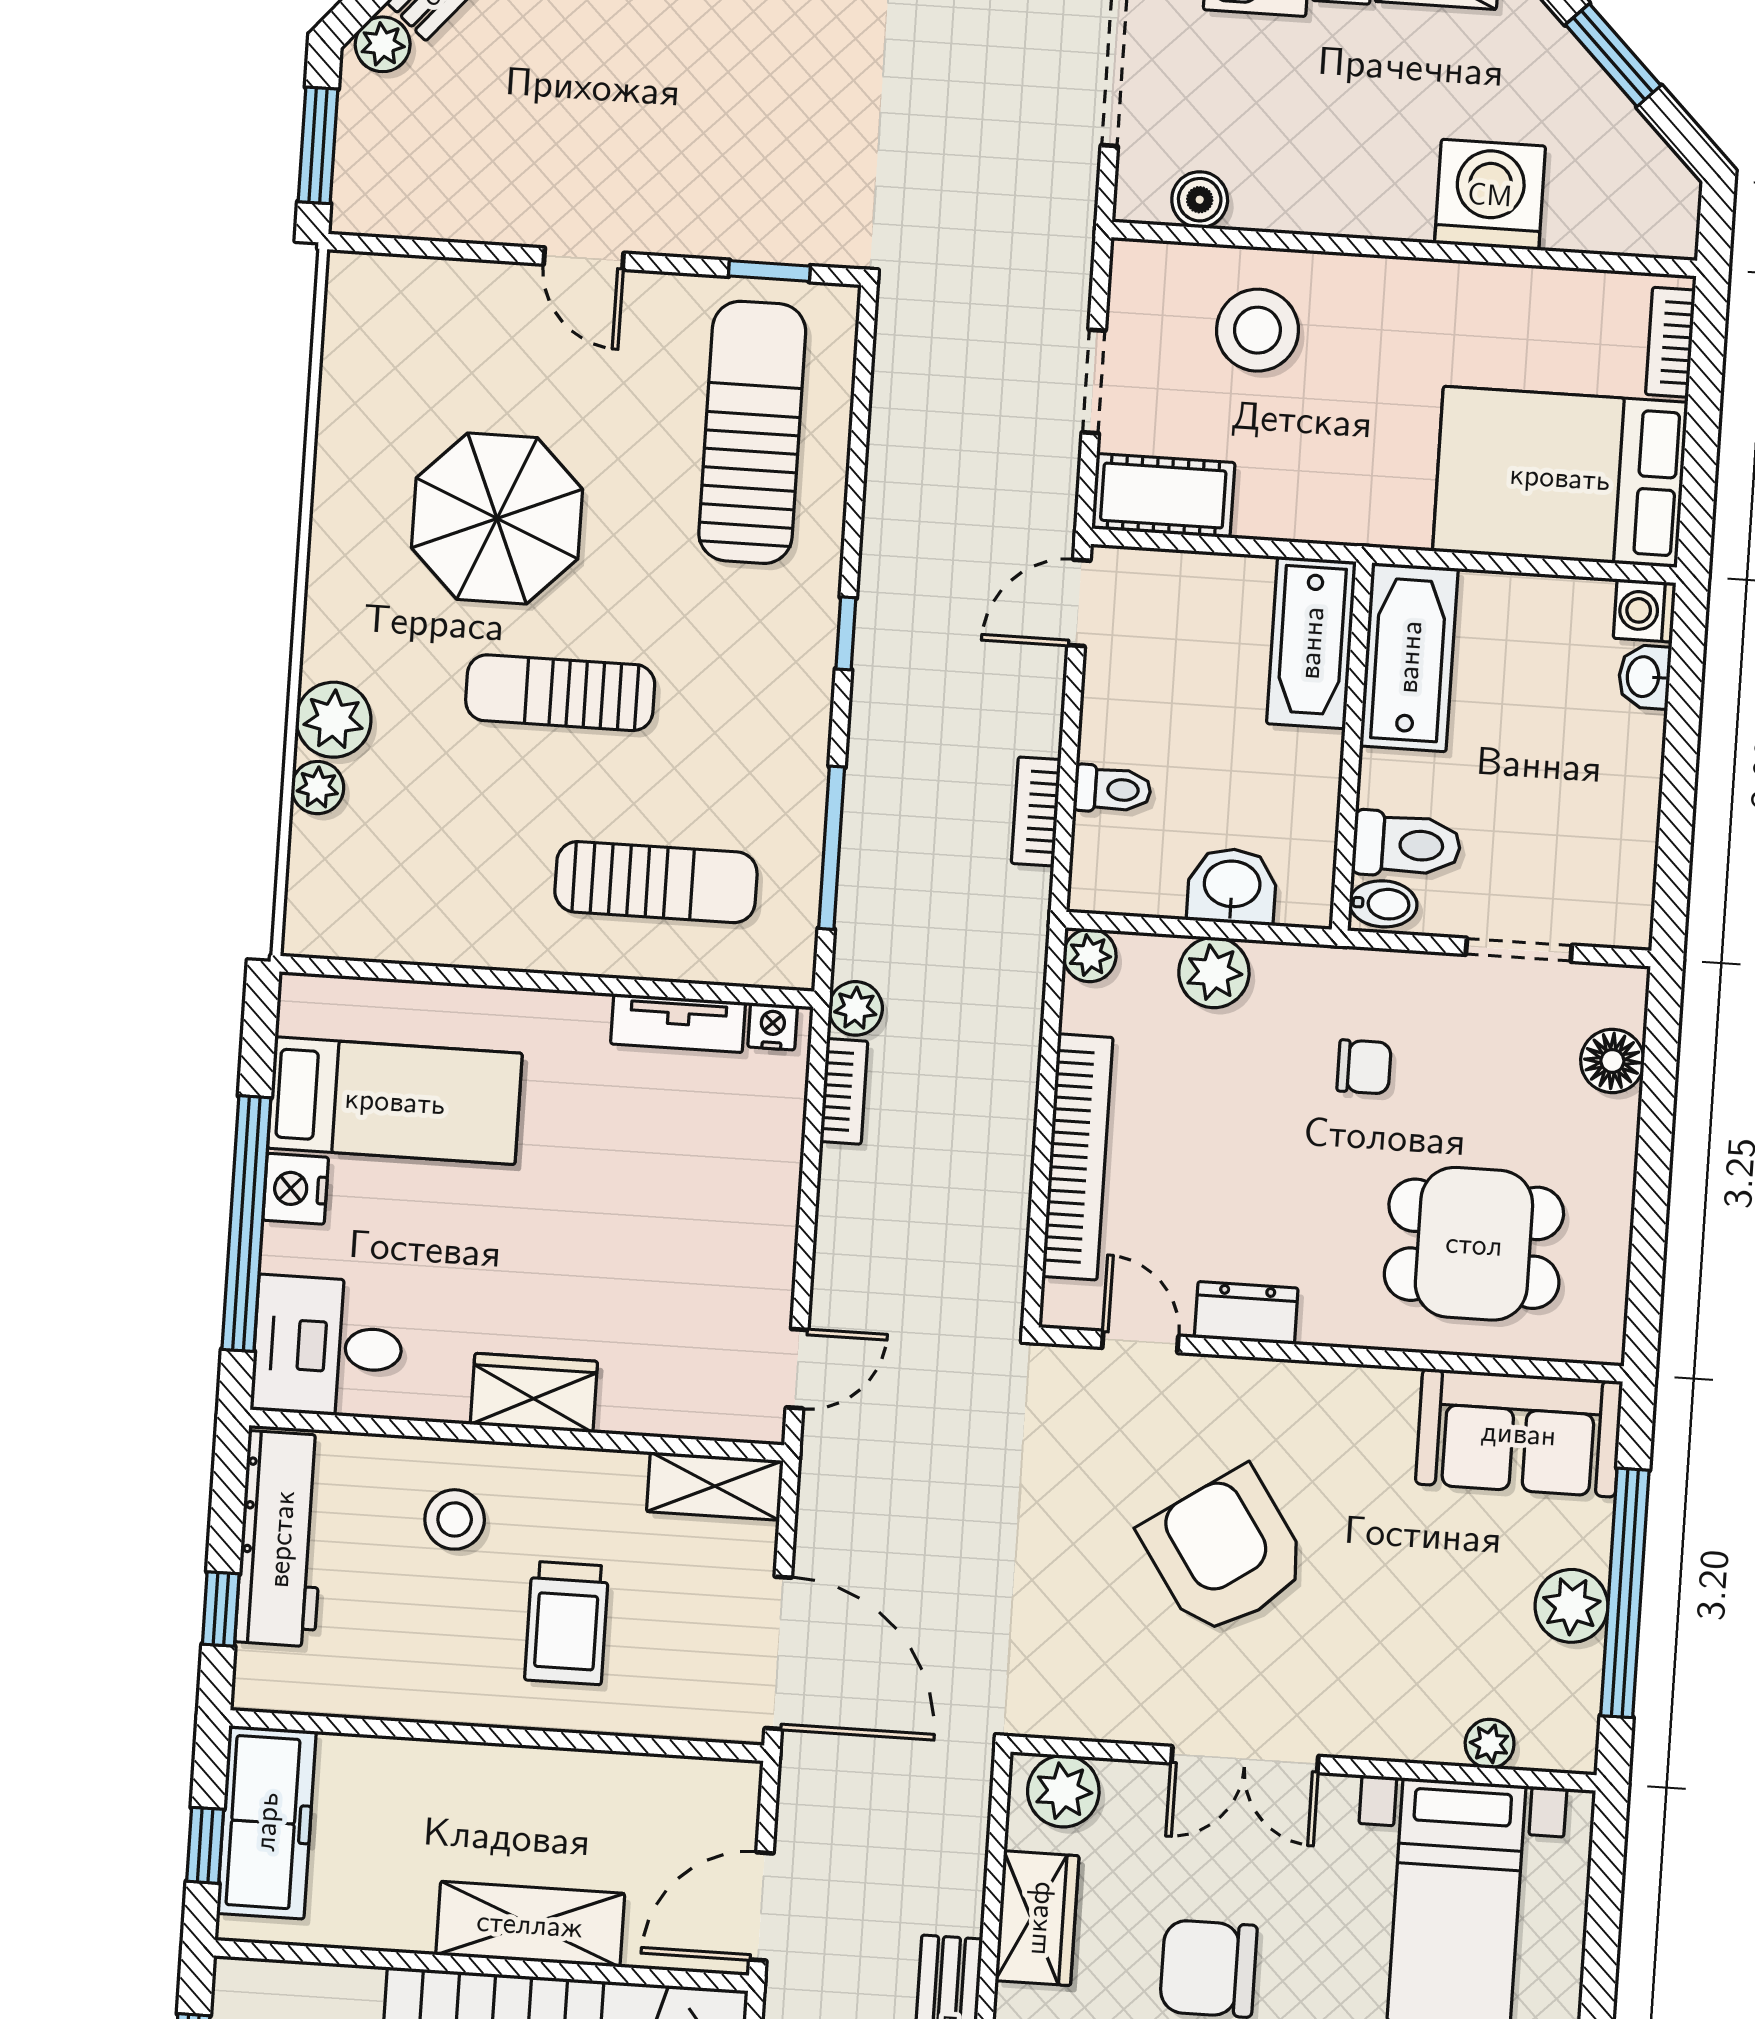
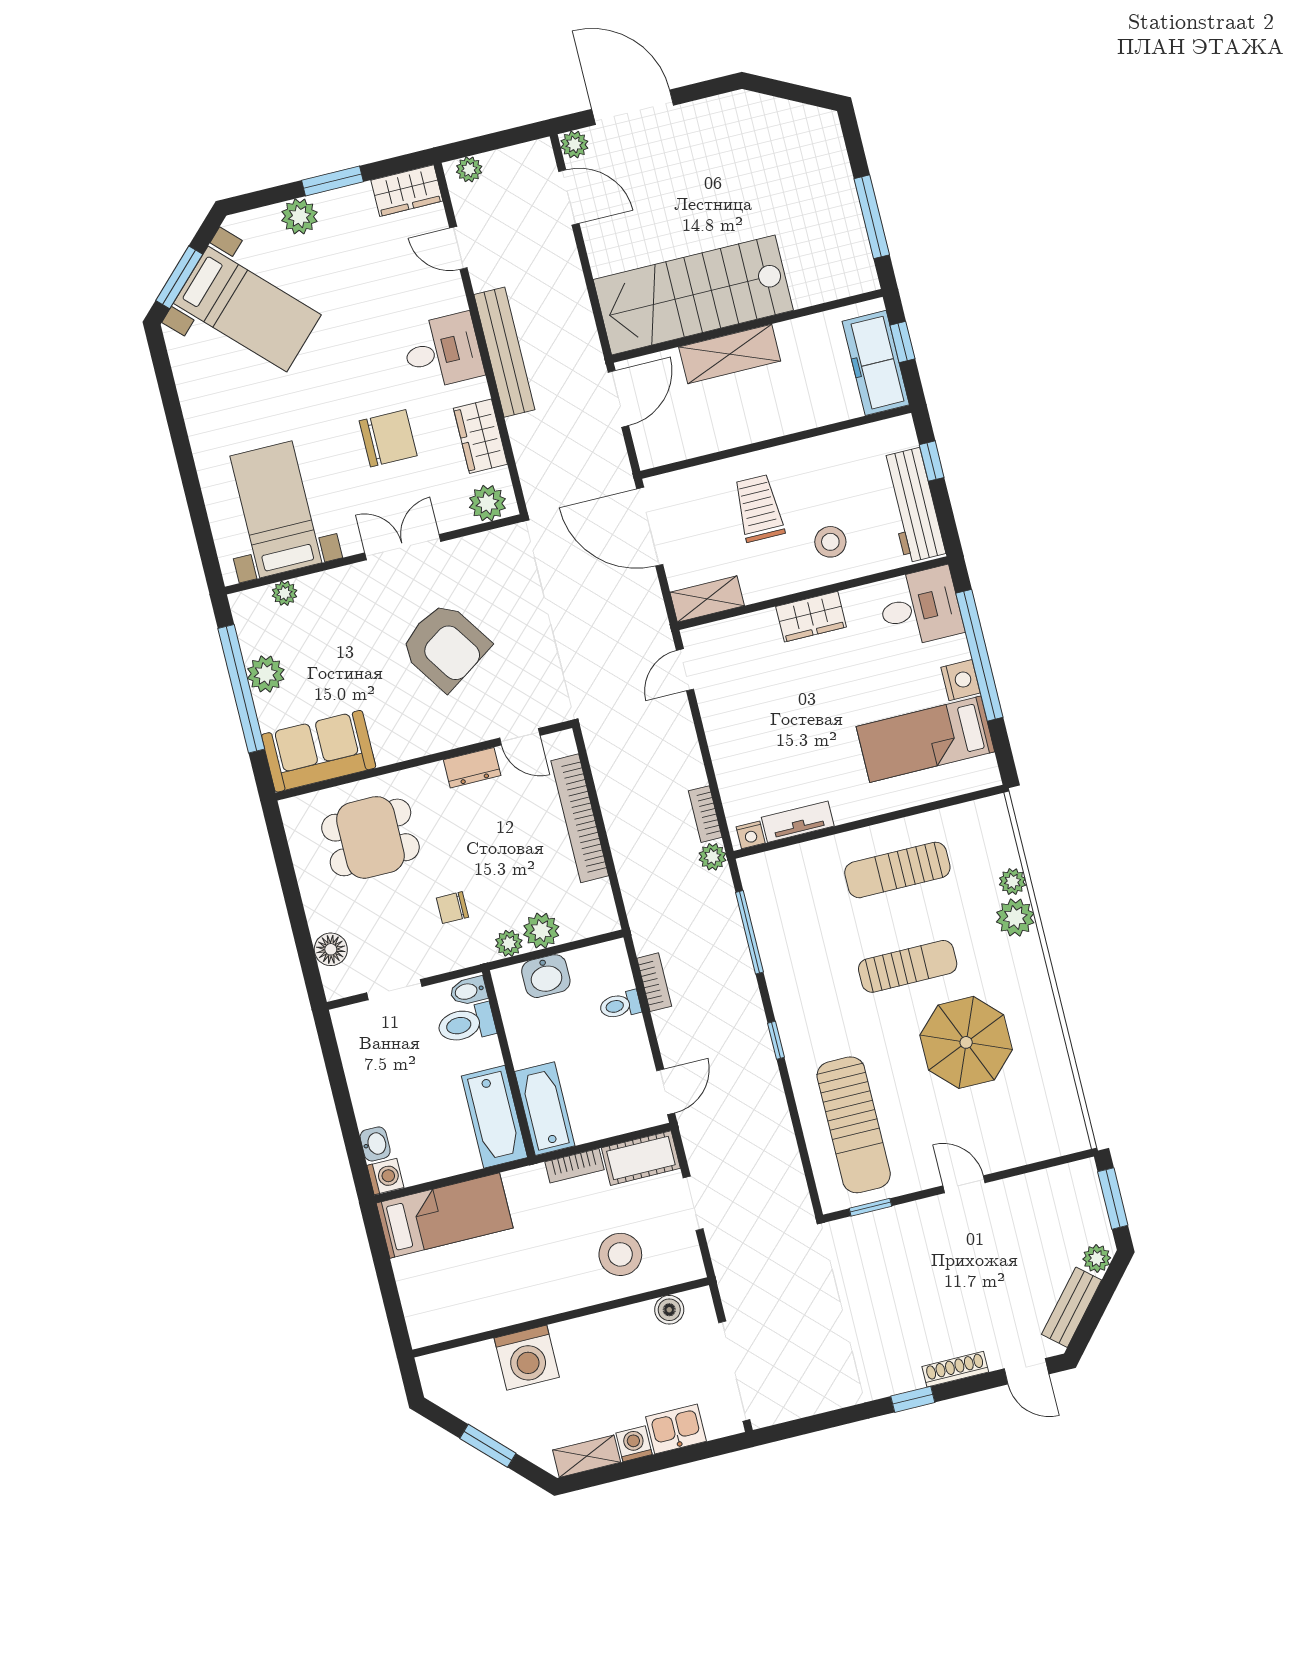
bookcase: (1670, 342) -> (574, 1166), moved, turned 90
bed: (1560, 477) -> (445, 1216), width x0.67
sun lounger: (656, 882) -> (897, 870), moved
plant: (1090, 955) -> (509, 943), moved

